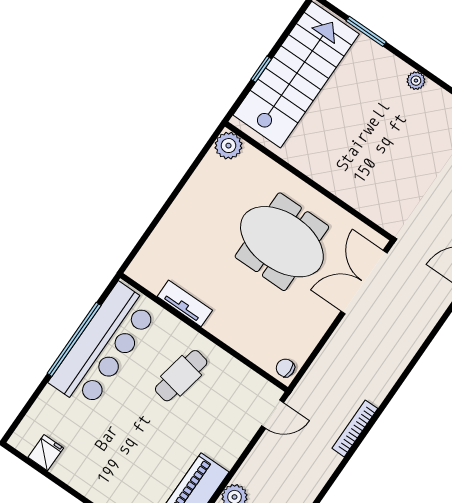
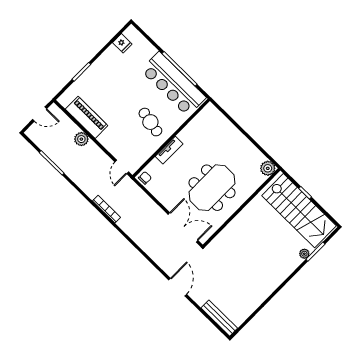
plant: (416, 81) -> (304, 254), moved
tv unit: (185, 303) -> (169, 150), moved

